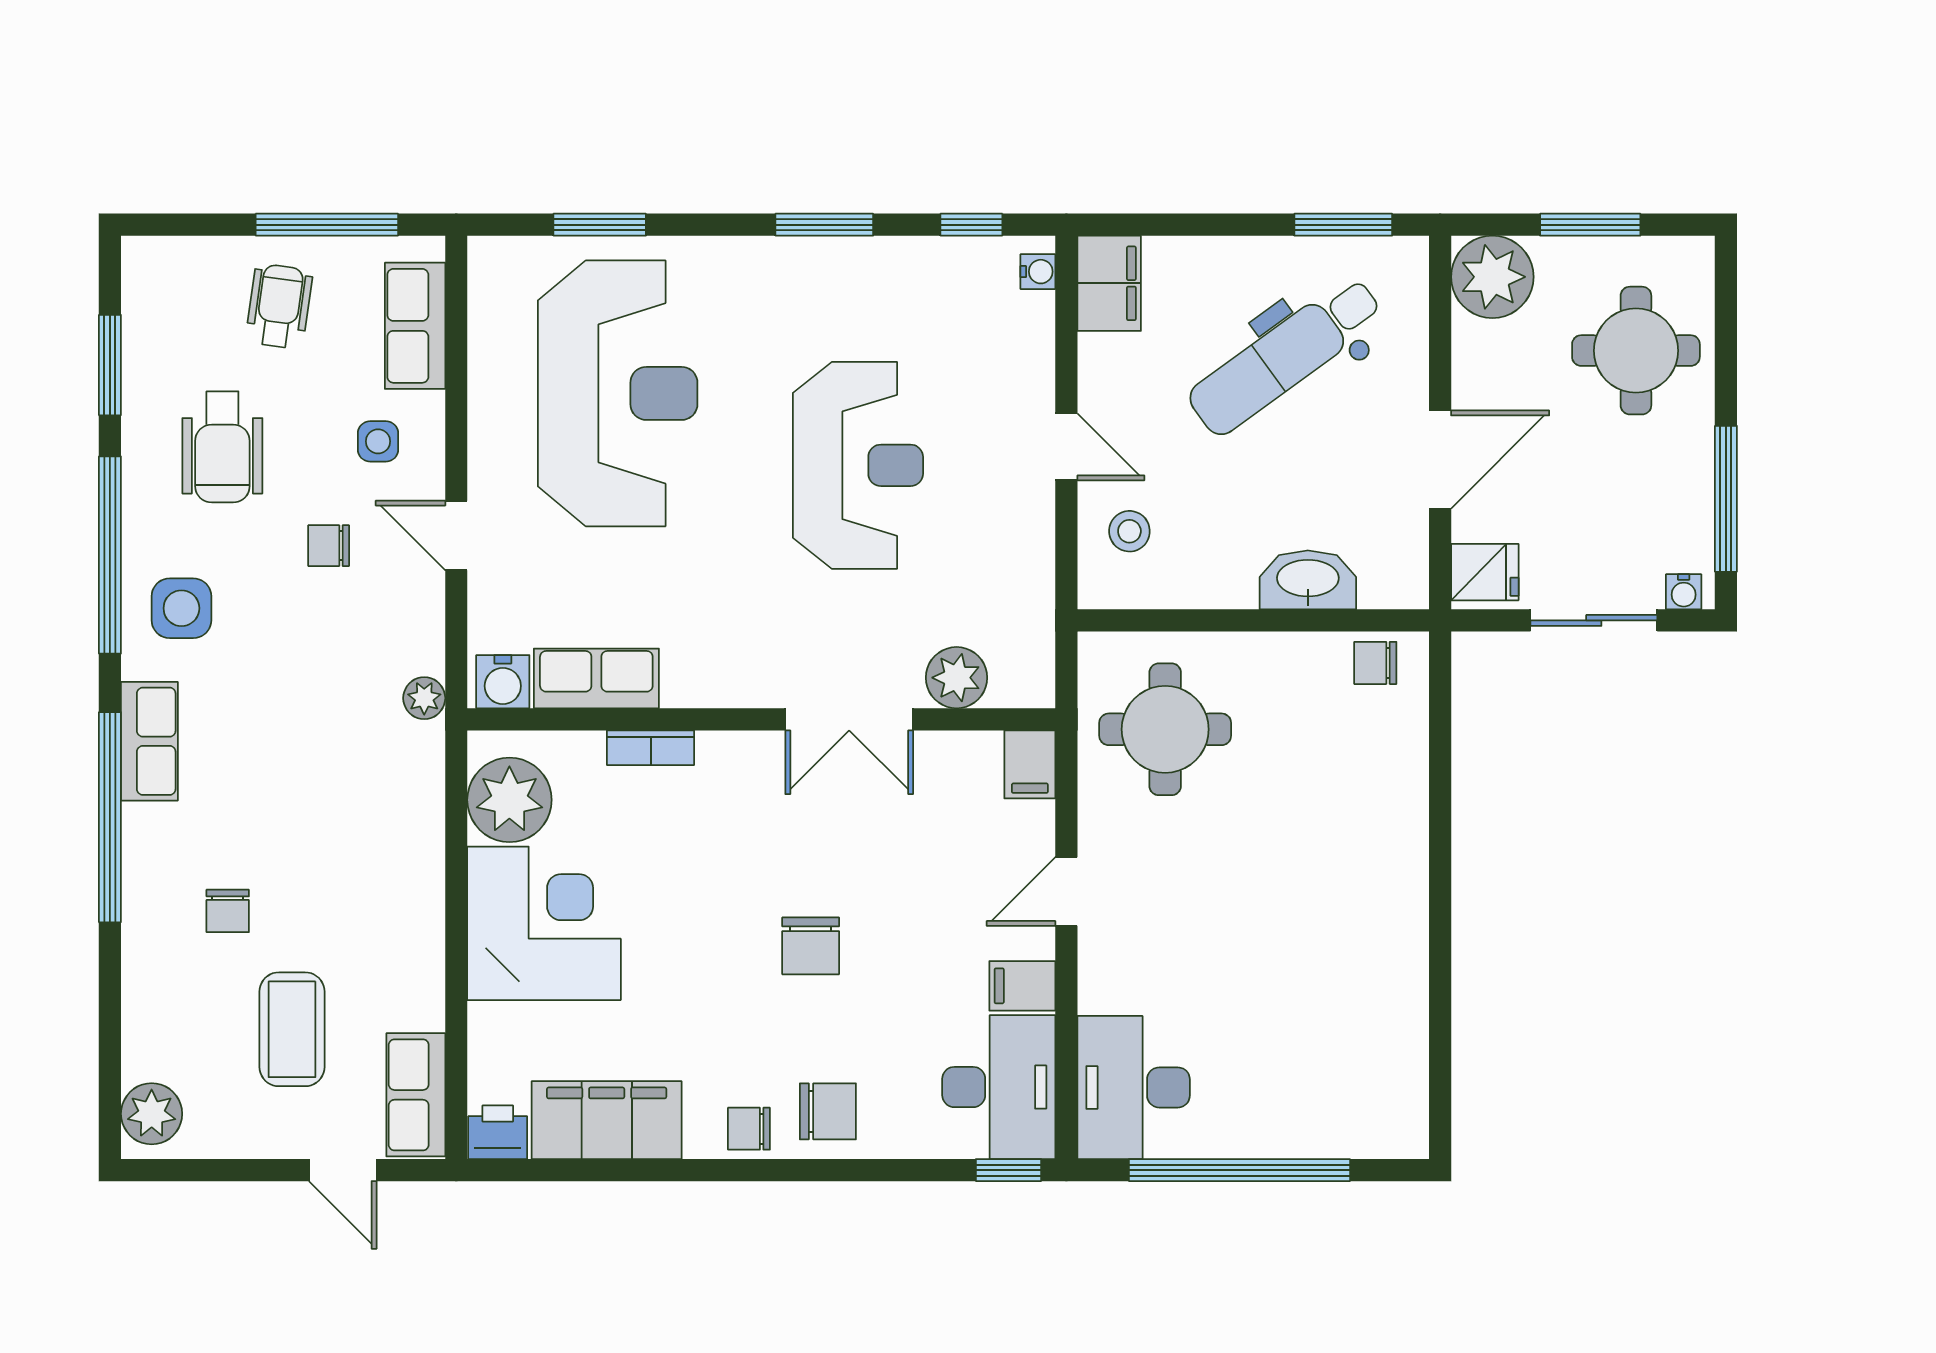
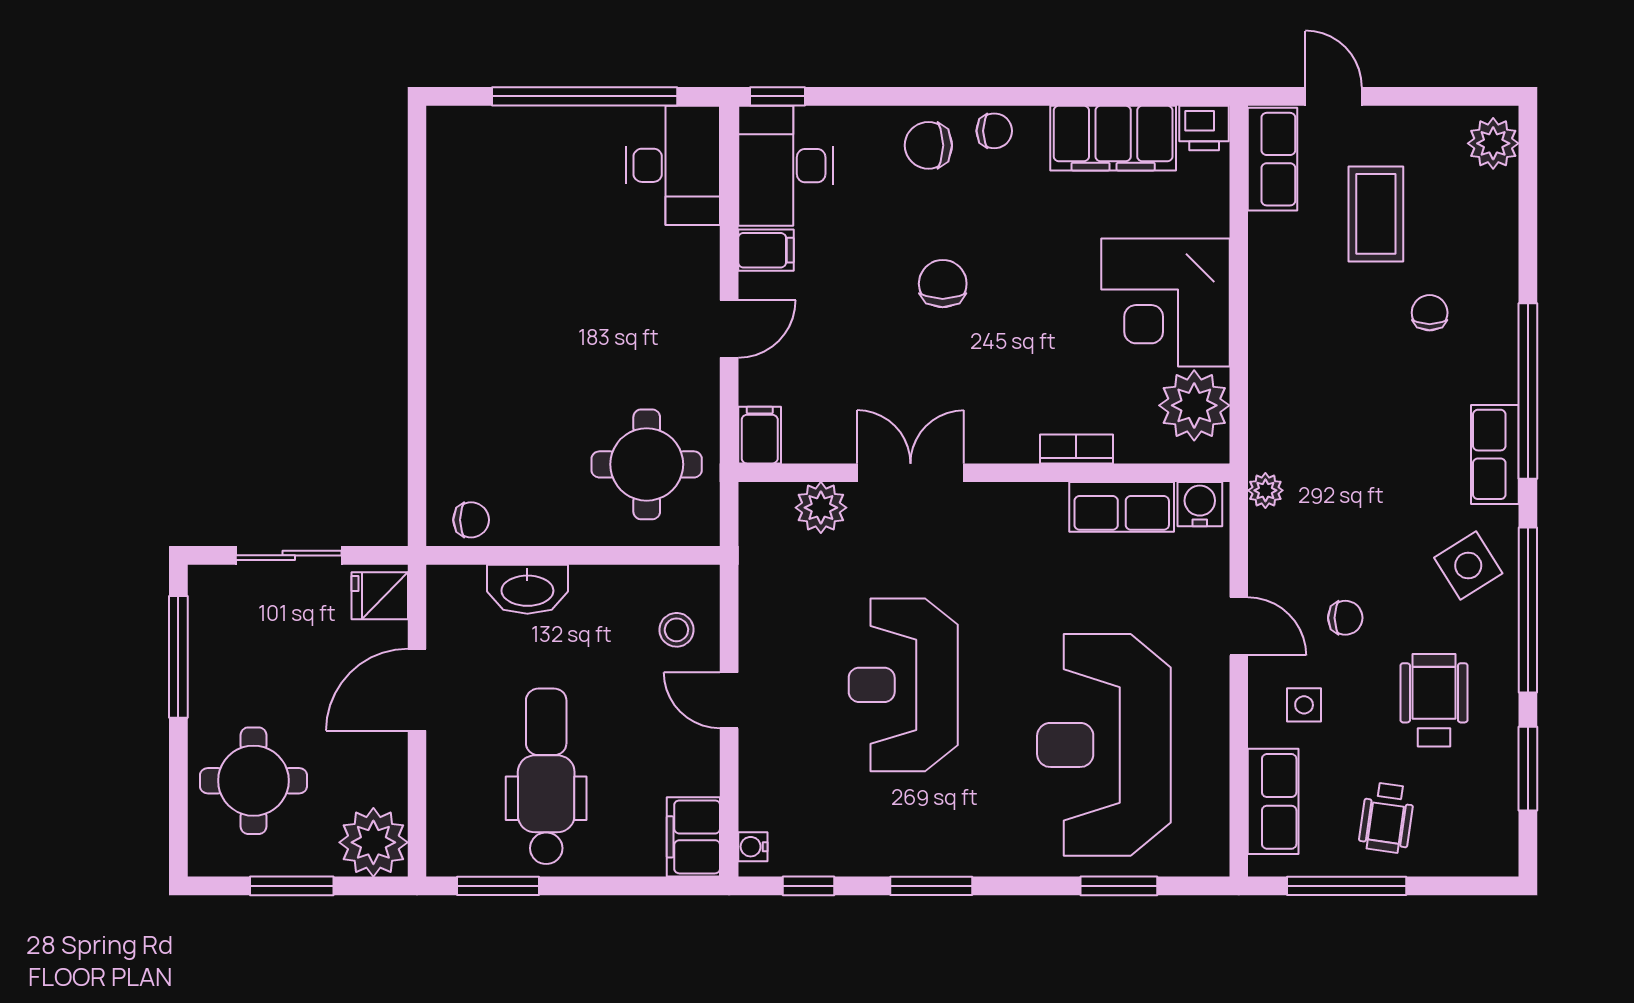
dental chair: (1285, 356) -> (546, 776), turned -54
water cooler: (1684, 592) -> (214, 579), removed
side table: (181, 608) -> (1468, 566), turned -32

